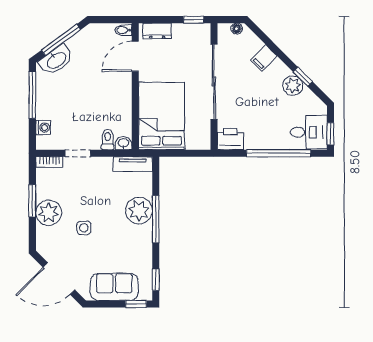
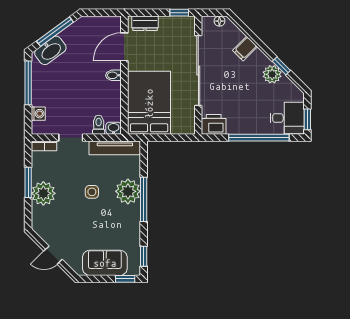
bidet: (123, 30) -> (113, 75), moved
tv unit: (133, 164) -> (115, 148), width x1.41
side table: (84, 228) -> (92, 192), moved
door: (59, 279) -> (53, 255), width x0.53

